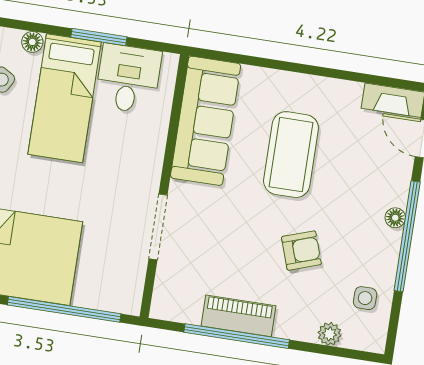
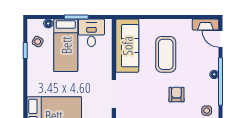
armchair: (301, 251) -> (176, 95), turned -71

